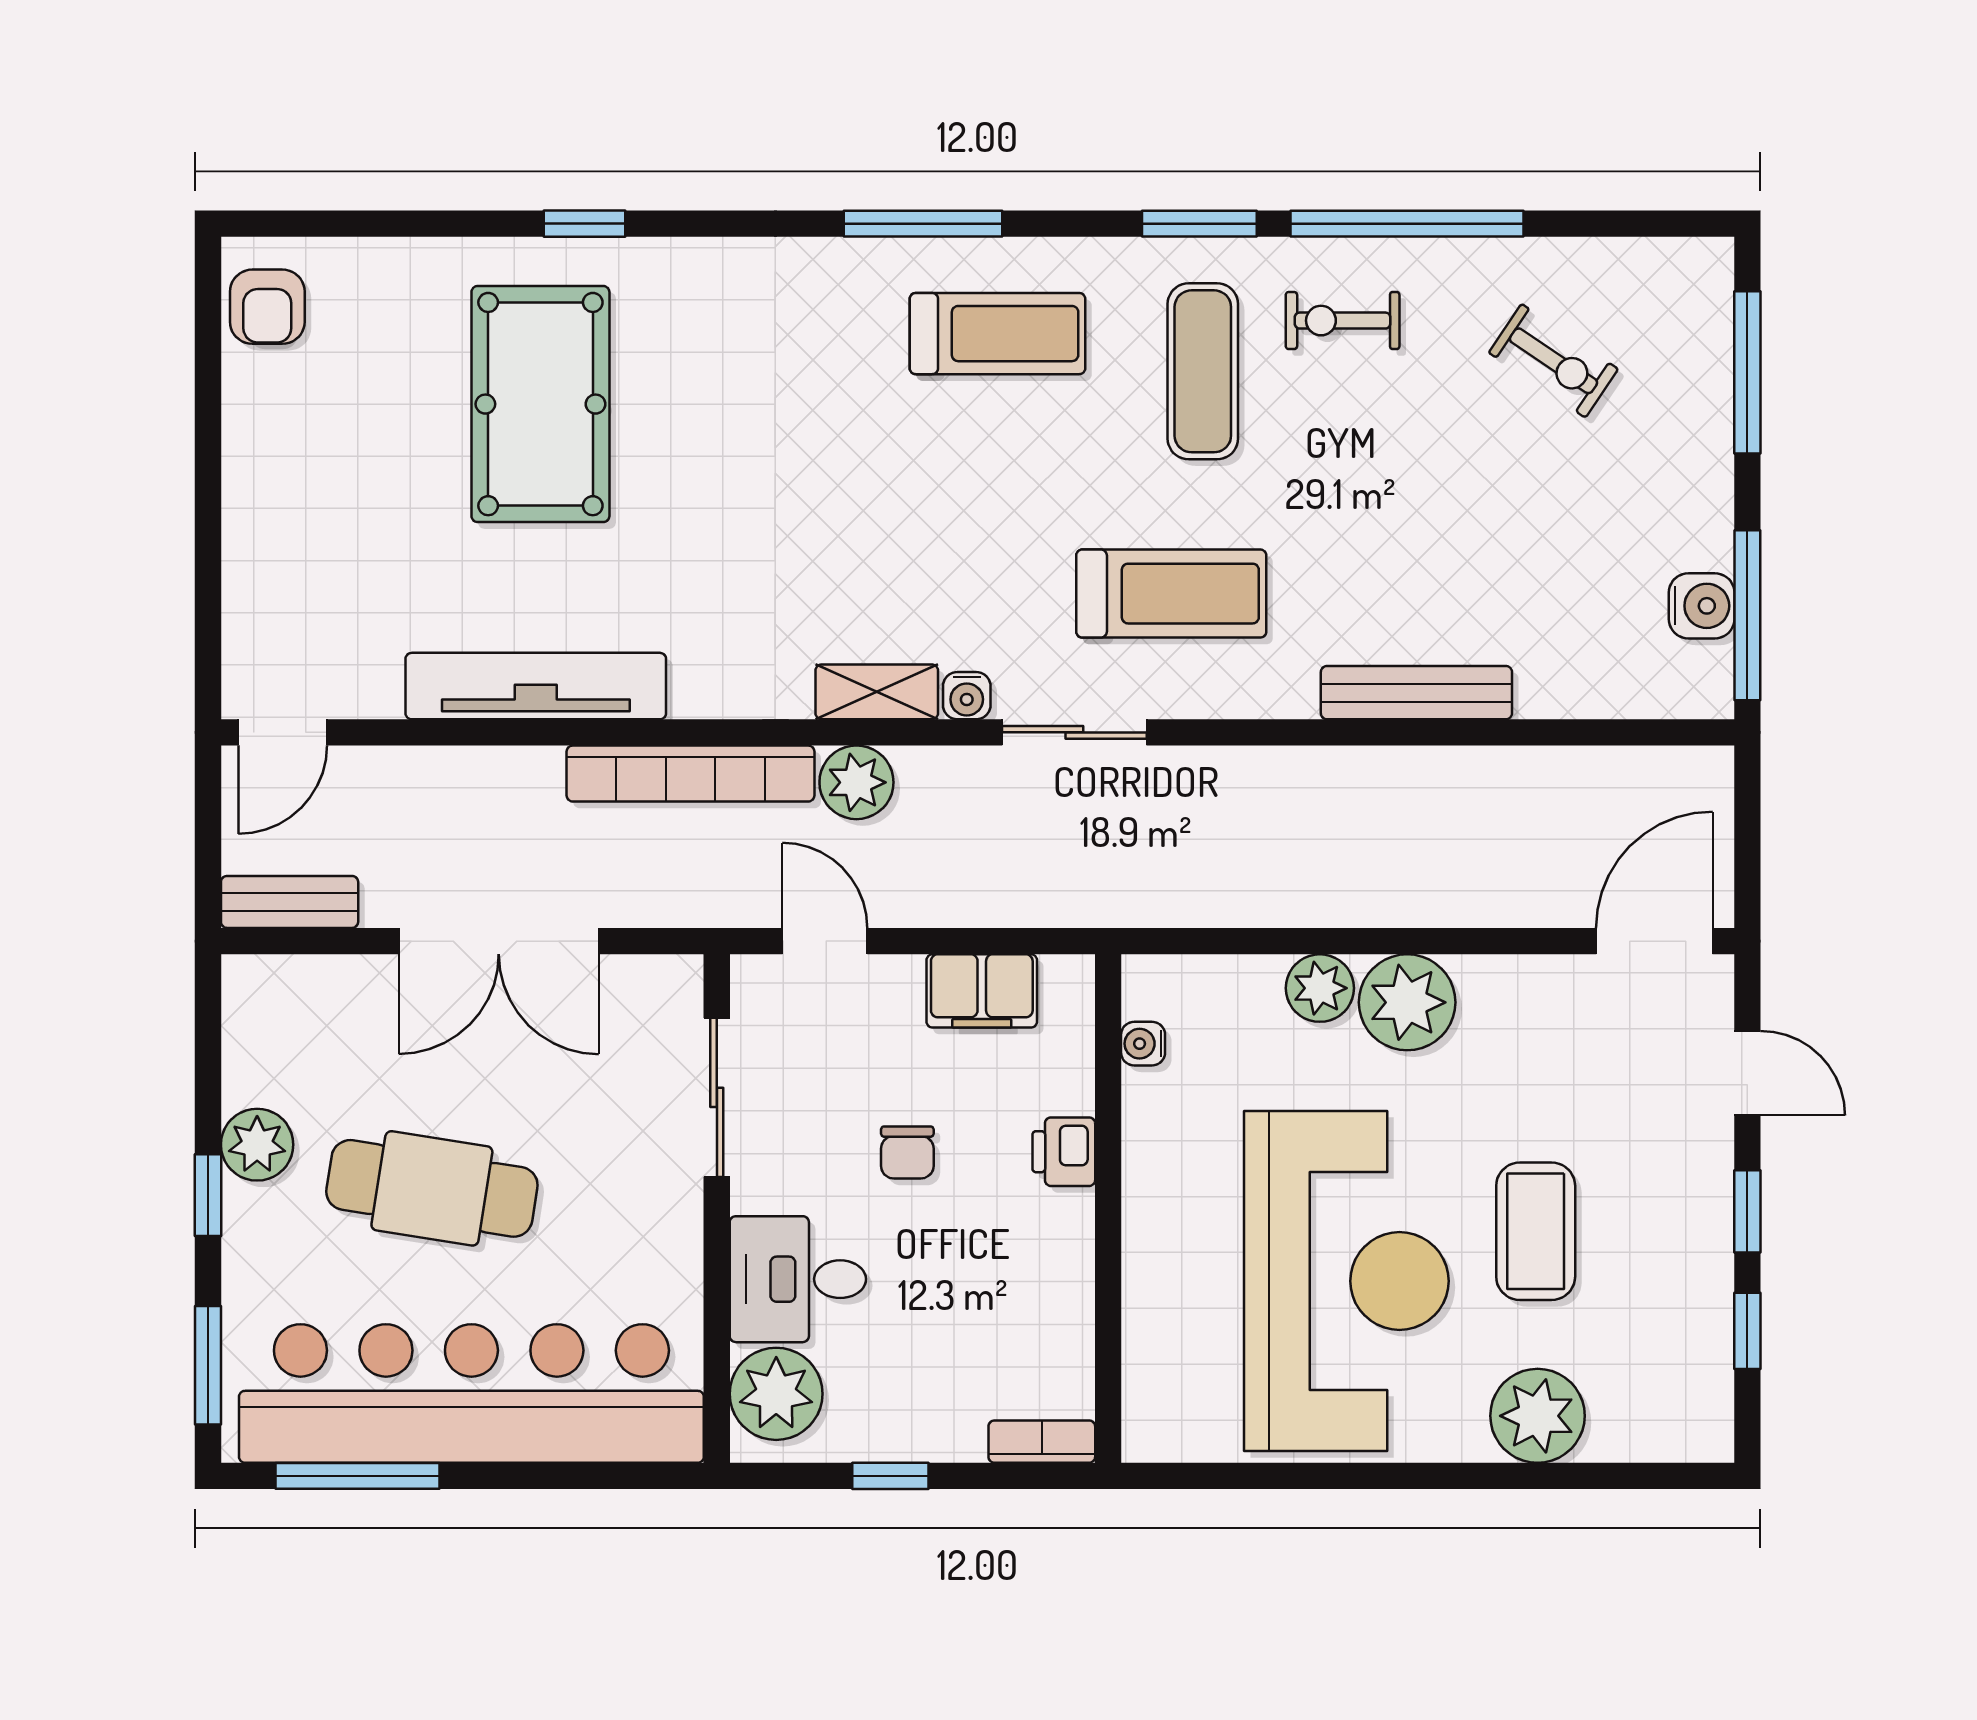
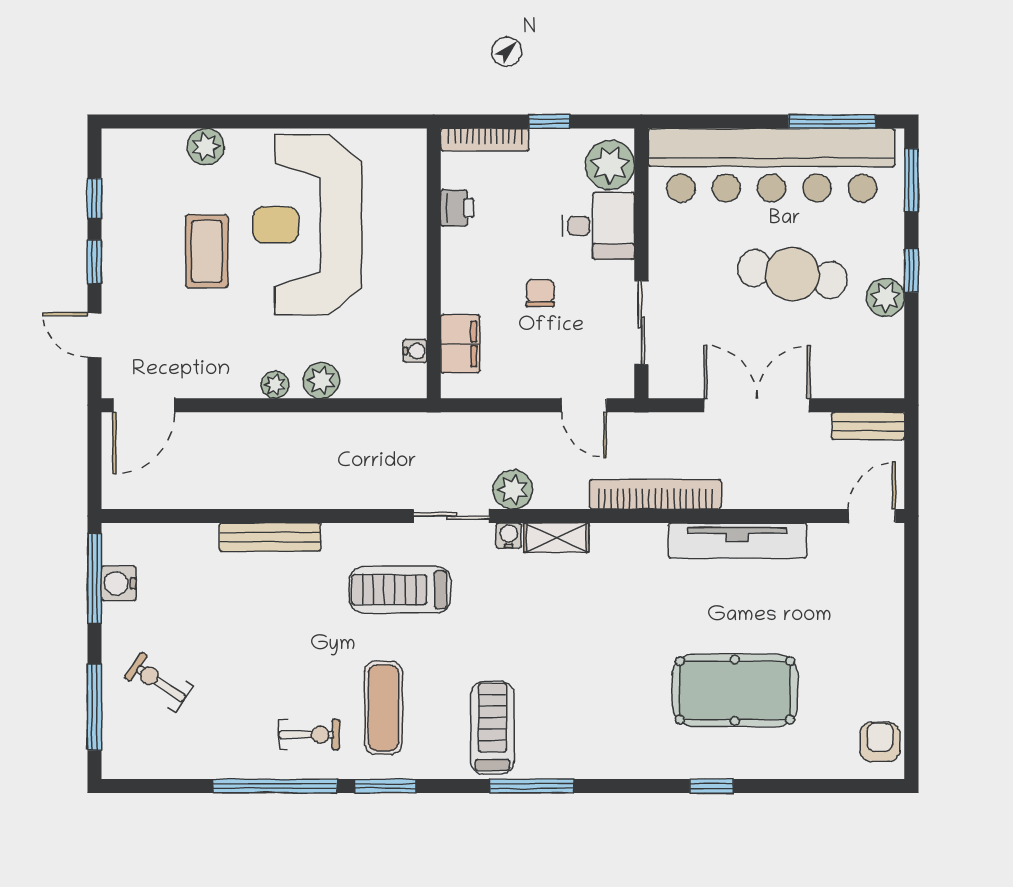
treadmill: (998, 334) -> (492, 728), turned 90
exercise bike: (1553, 361) -> (158, 682), moved
pool table: (540, 404) -> (735, 690), turned 90
plant: (856, 782) -> (513, 490), moved
filing cabinet: (982, 991) -> (460, 344), moved, turned 90
plant: (1407, 1002) -> (275, 385), width x0.53, depth x0.53
printer: (1064, 1152) -> (457, 208), moved
plant: (1538, 1416) -> (206, 147), width x0.73, depth x0.73
bookcase: (1042, 1442) -> (485, 140), width x1.56

